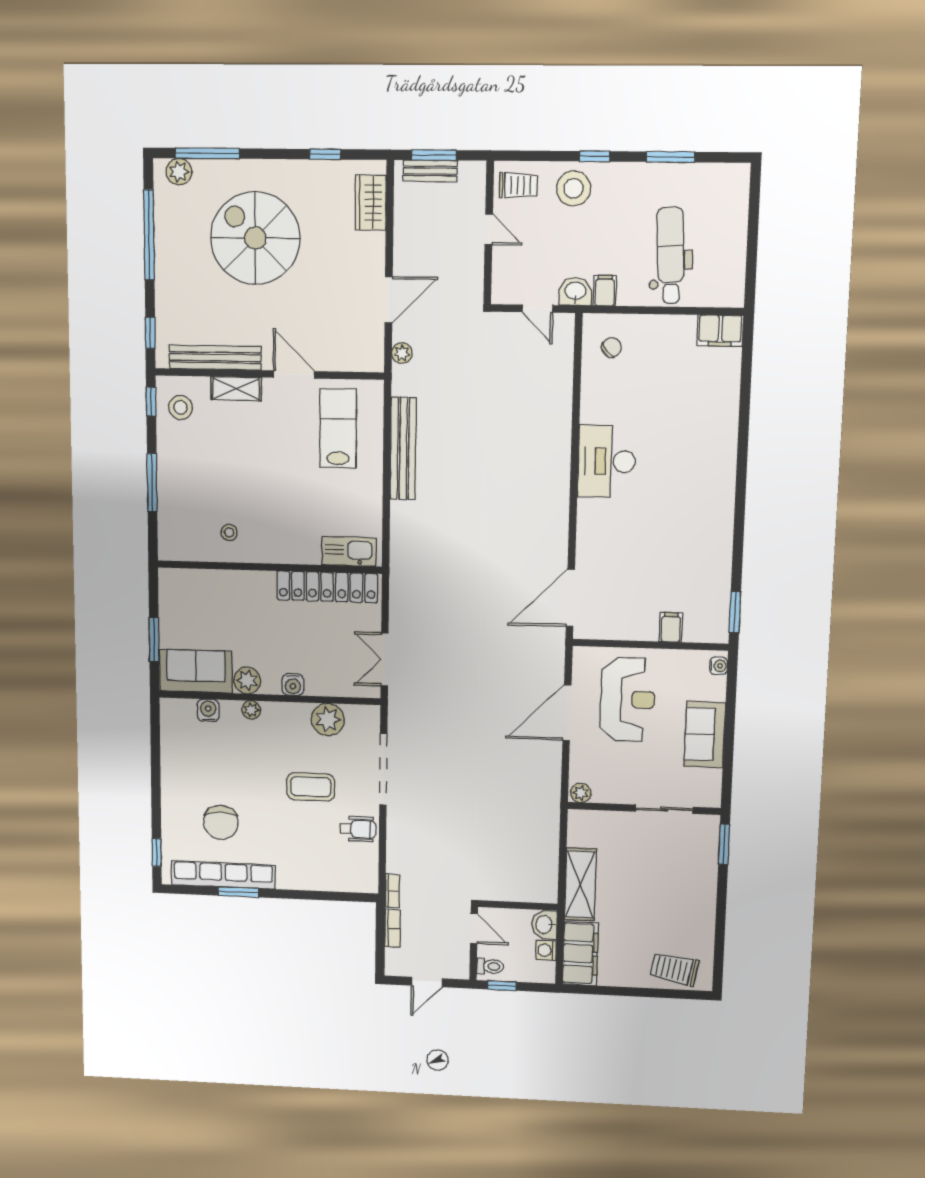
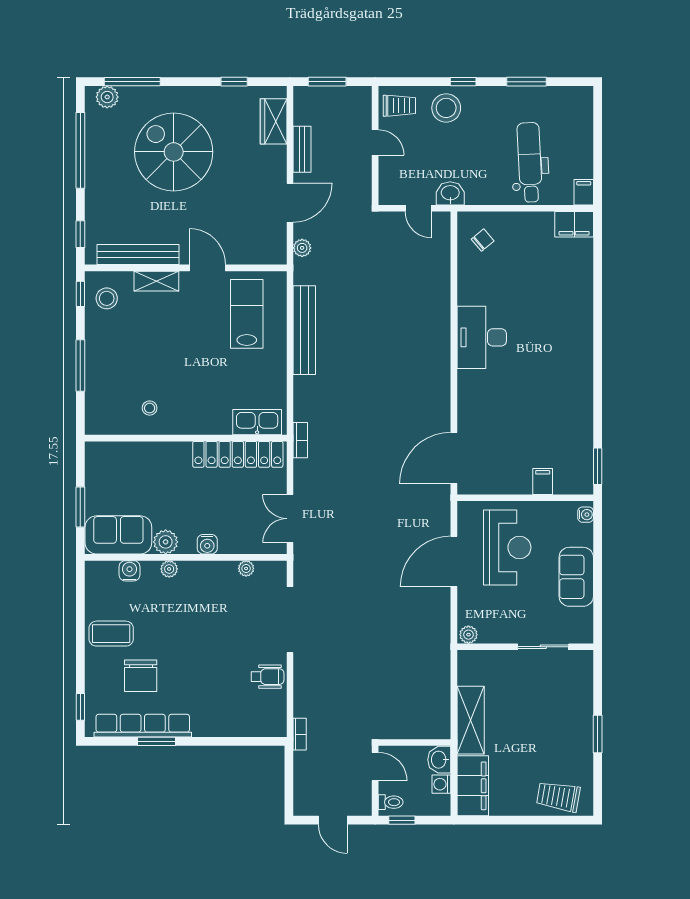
bench: (430, 171) -> (302, 149), moved, turned 90
filing cabinet: (605, 291) -> (584, 192), moved
plant: (328, 720) -> (246, 568), width x0.53, depth x0.53
coffee table: (311, 787) -> (111, 634), moved
window: (724, 844) -> (598, 734), moved
bookcase: (393, 928) -> (300, 440), moved
door: (427, 982) -> (333, 820), hinge flipped

